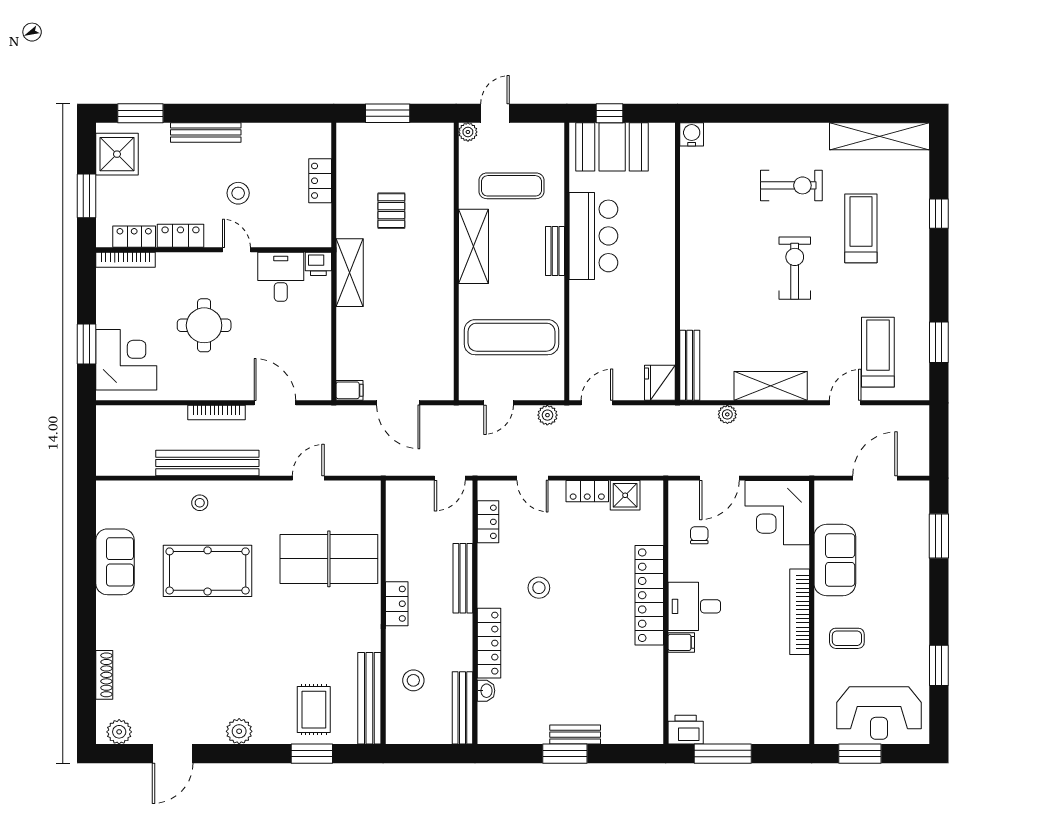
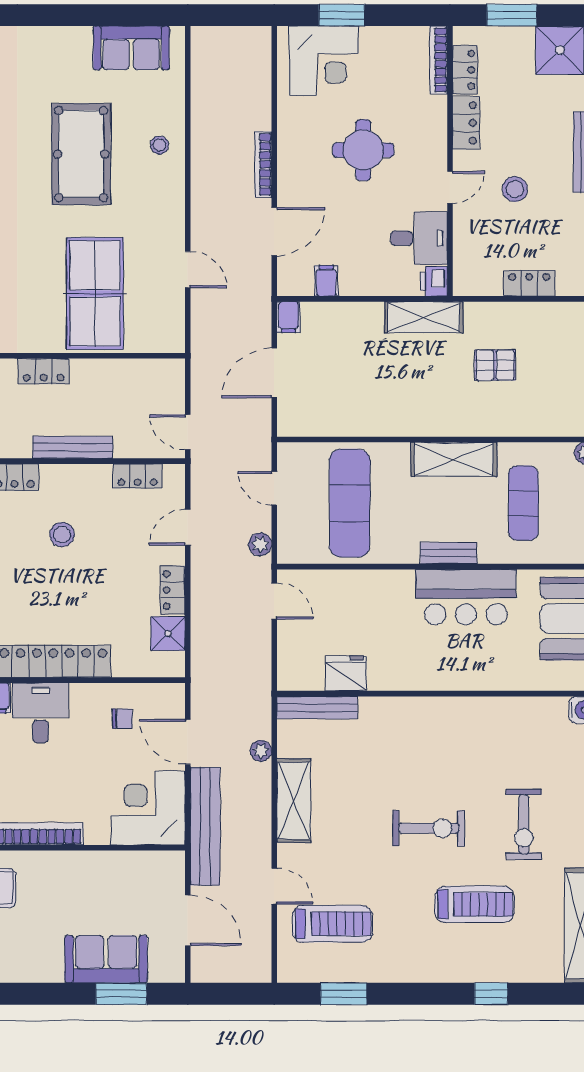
filing cabinet: (318, 358) -> (326, 281), added
fridge: (660, 383) -> (346, 673), moved
bench: (207, 463) -> (205, 826), moved
sofa: (835, 560) -> (106, 959), moved, turned 180
sofa: (115, 562) -> (131, 48), moved

